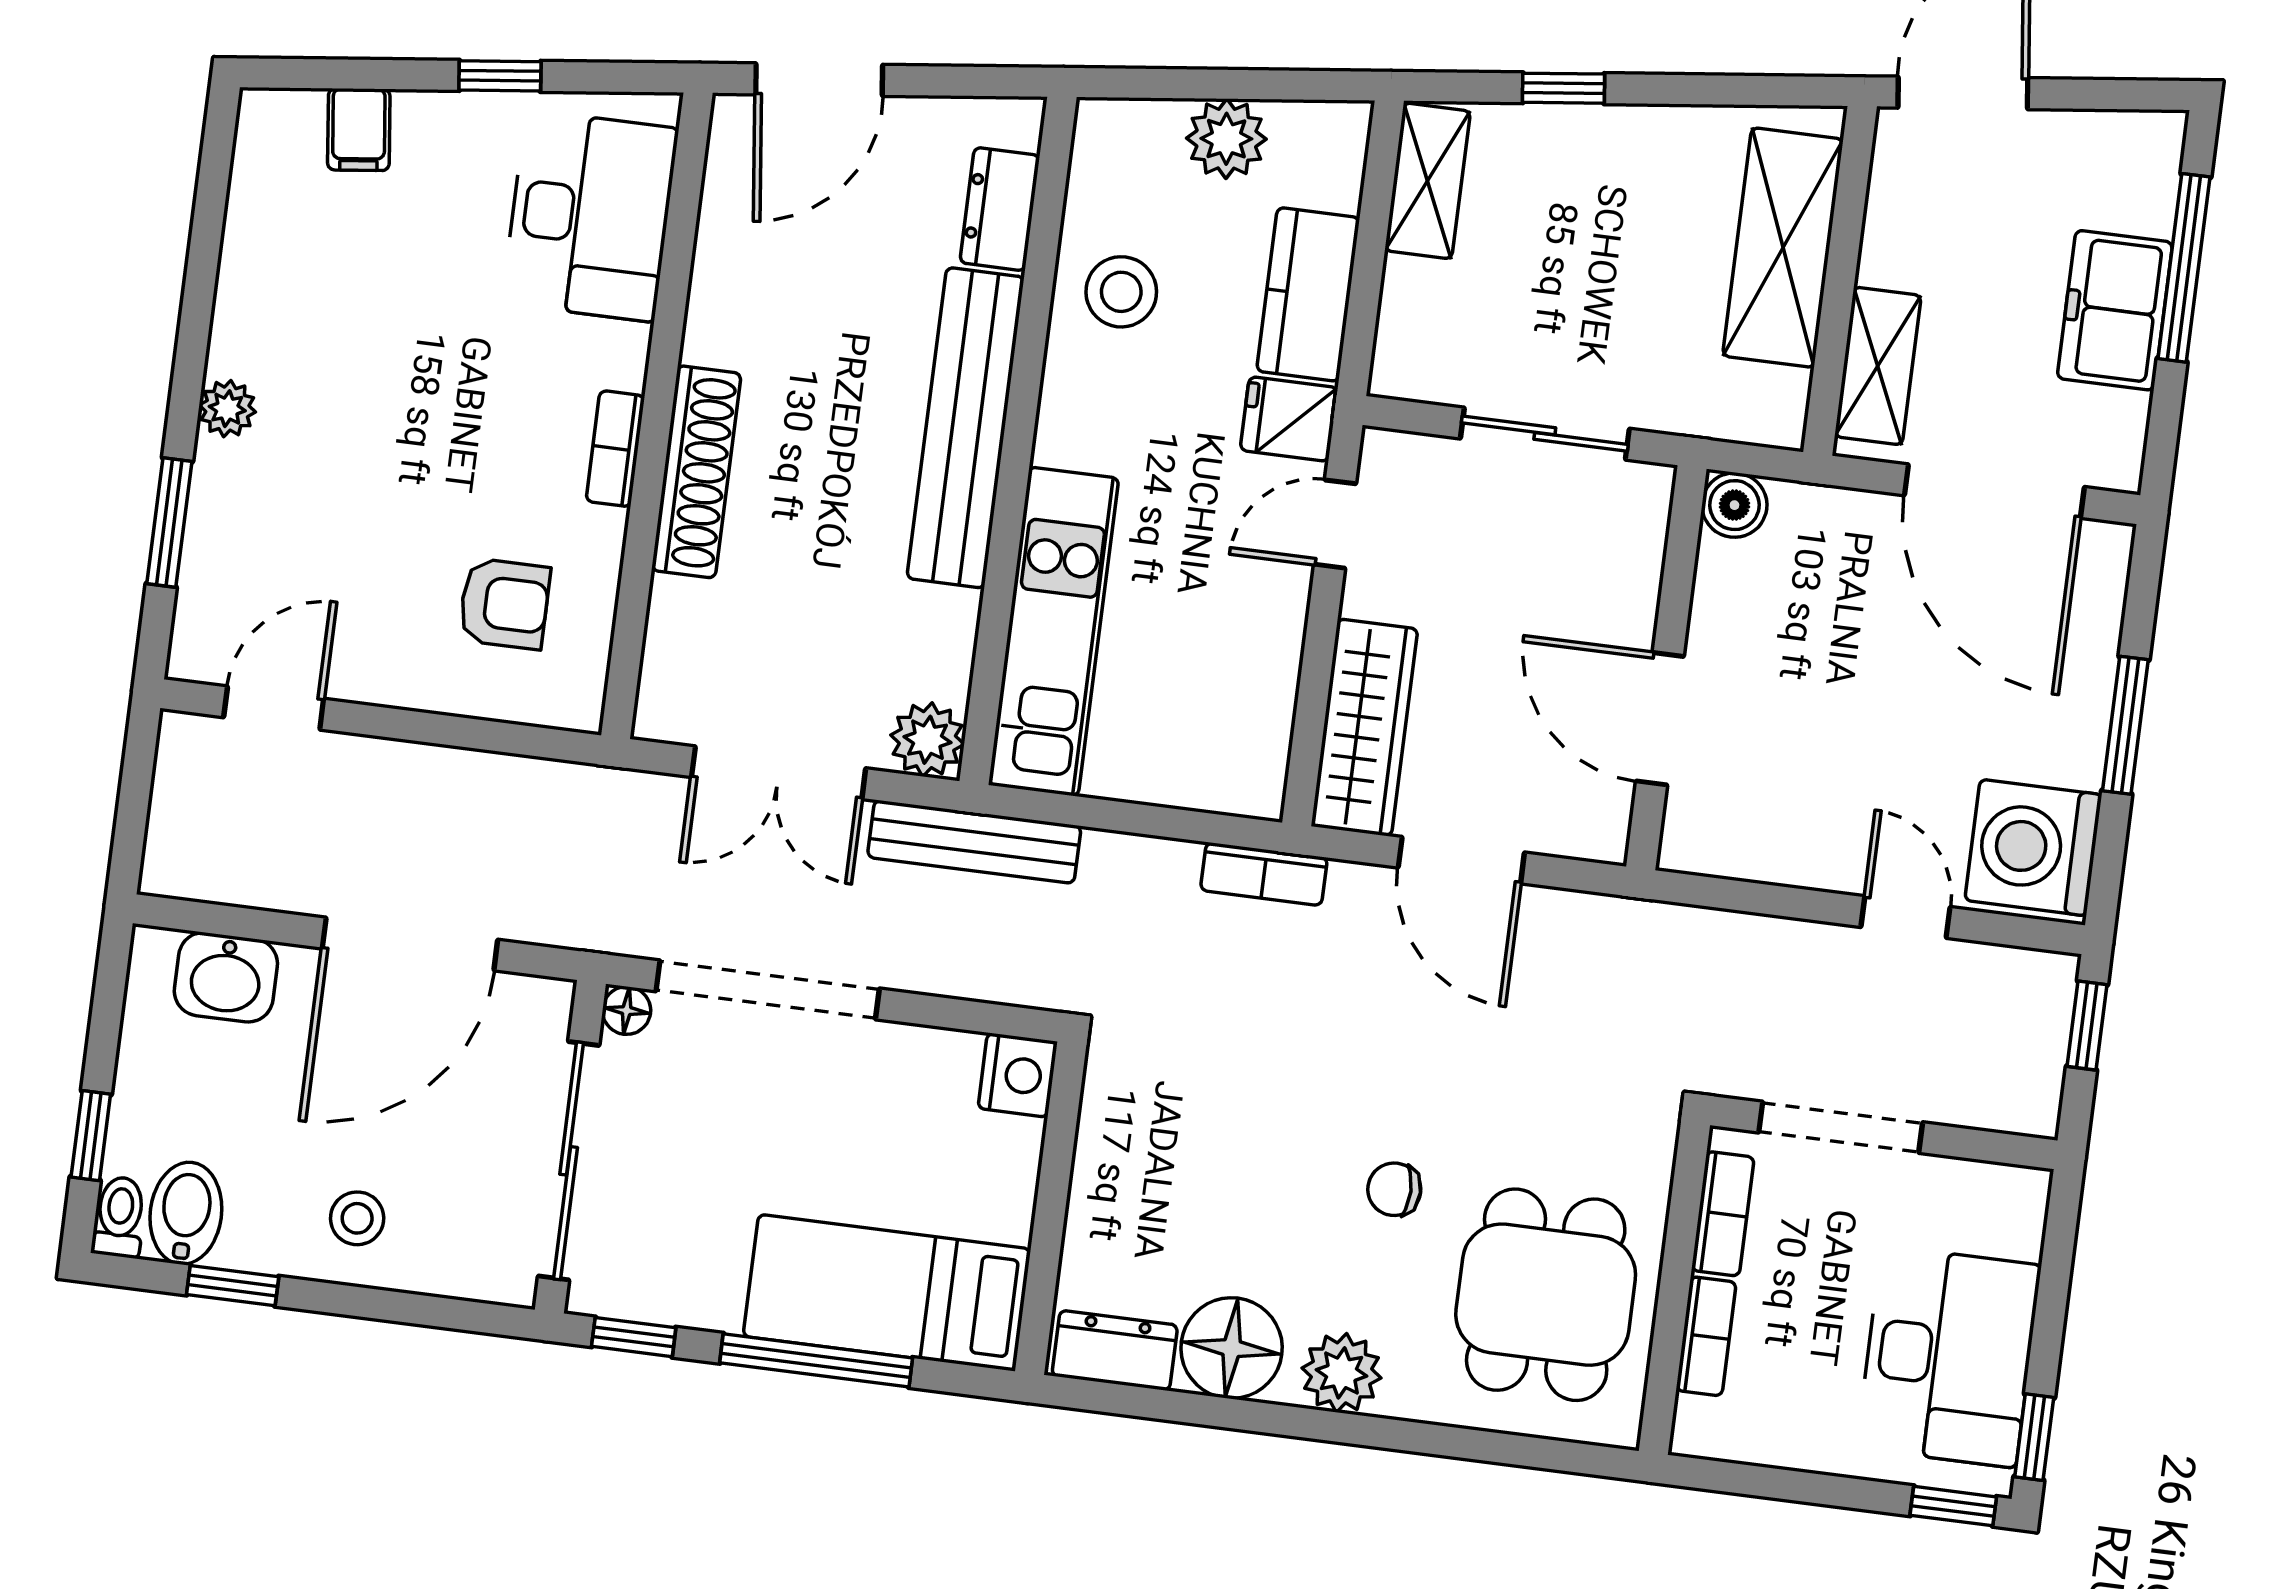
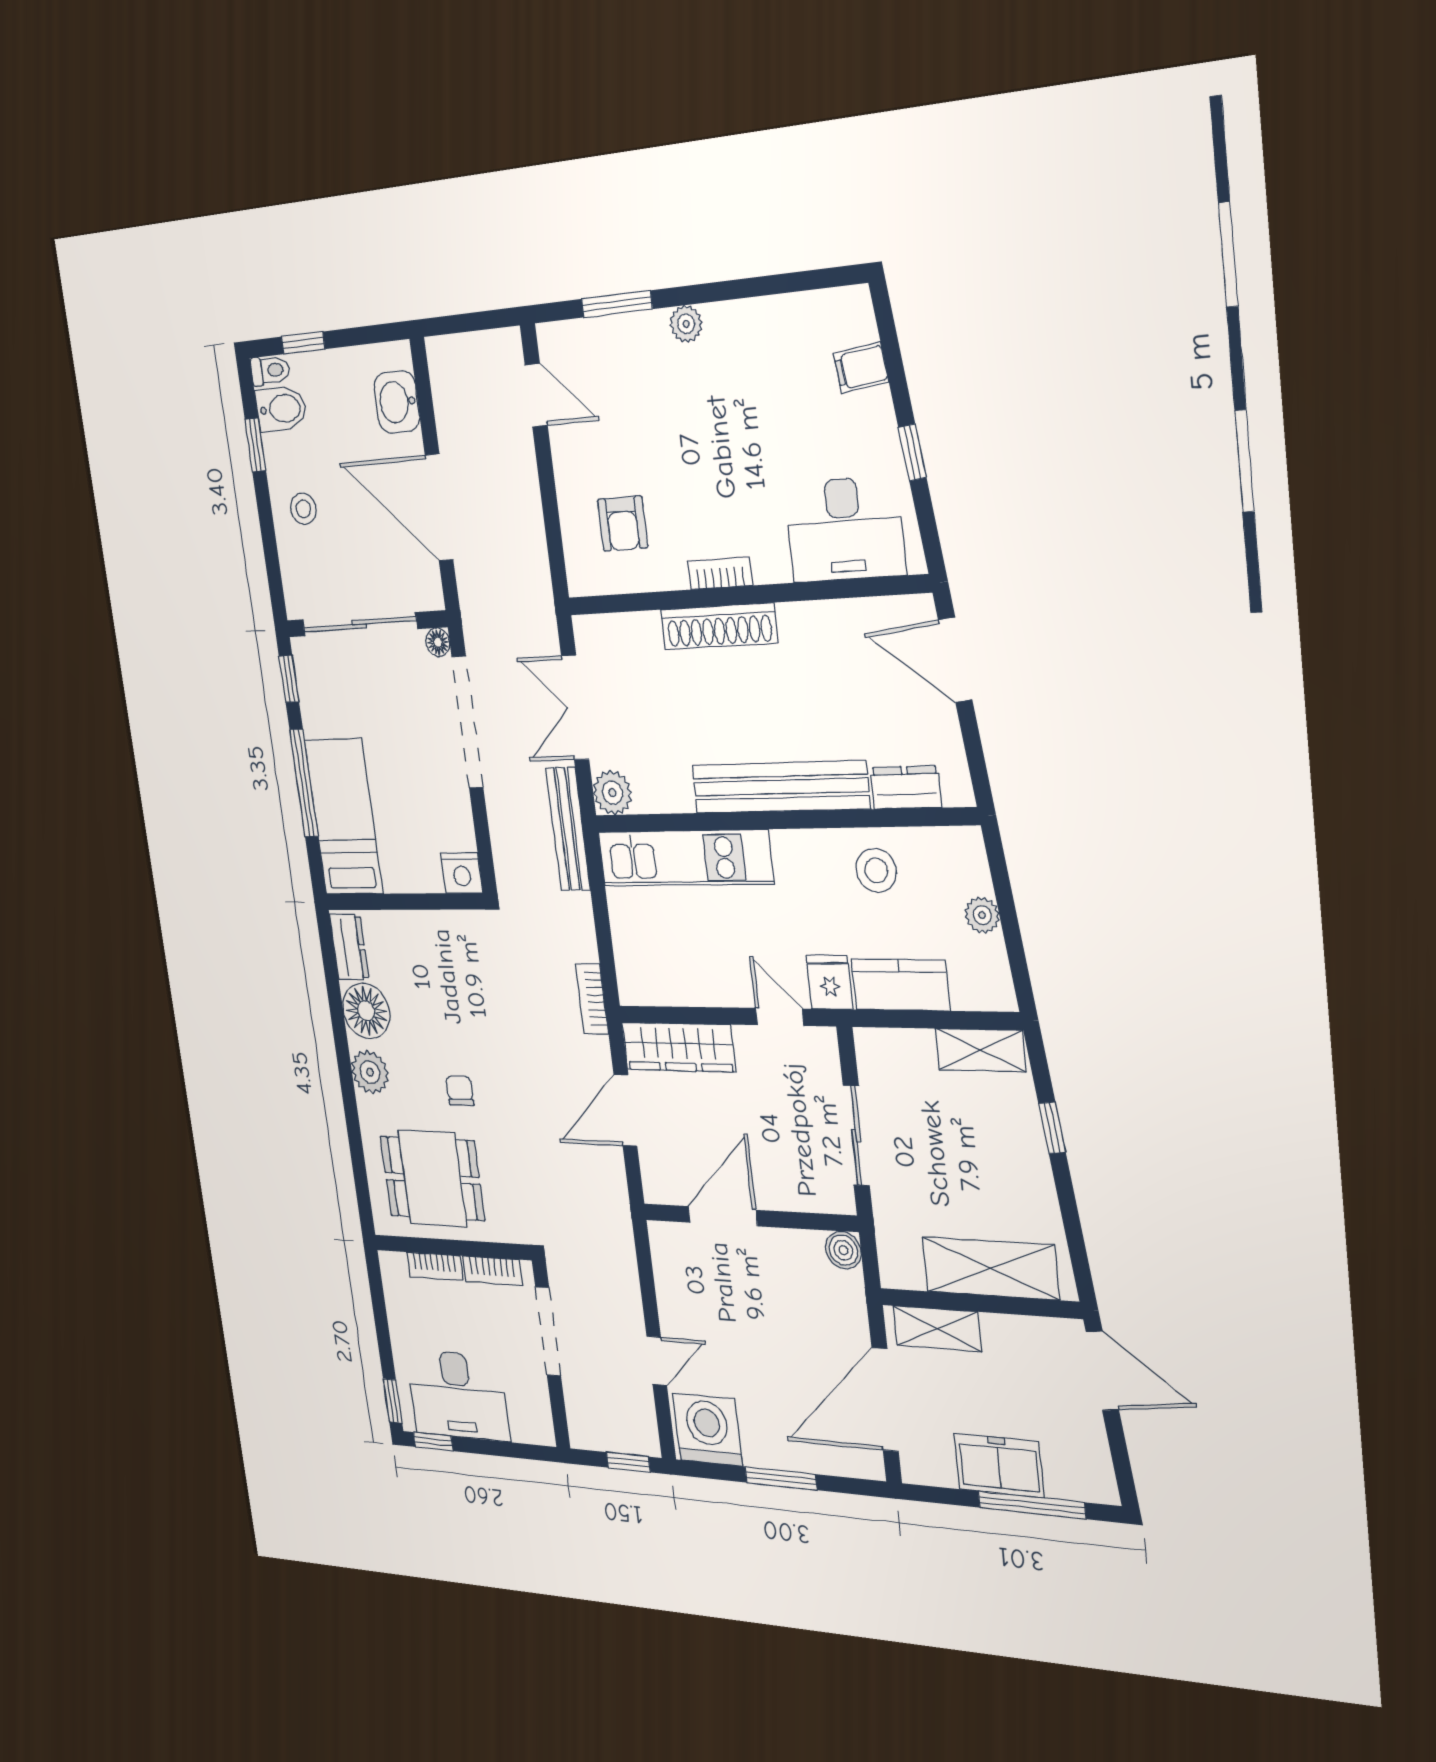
plant: (1226, 139) -> (982, 915), width x0.73, depth x0.73

